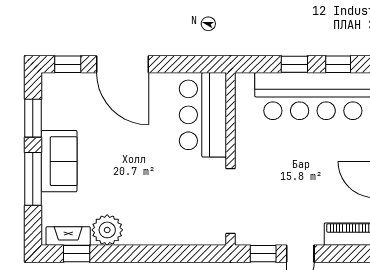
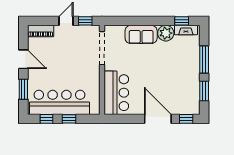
sofa: (59, 161) -> (141, 34), moved, turned -90

